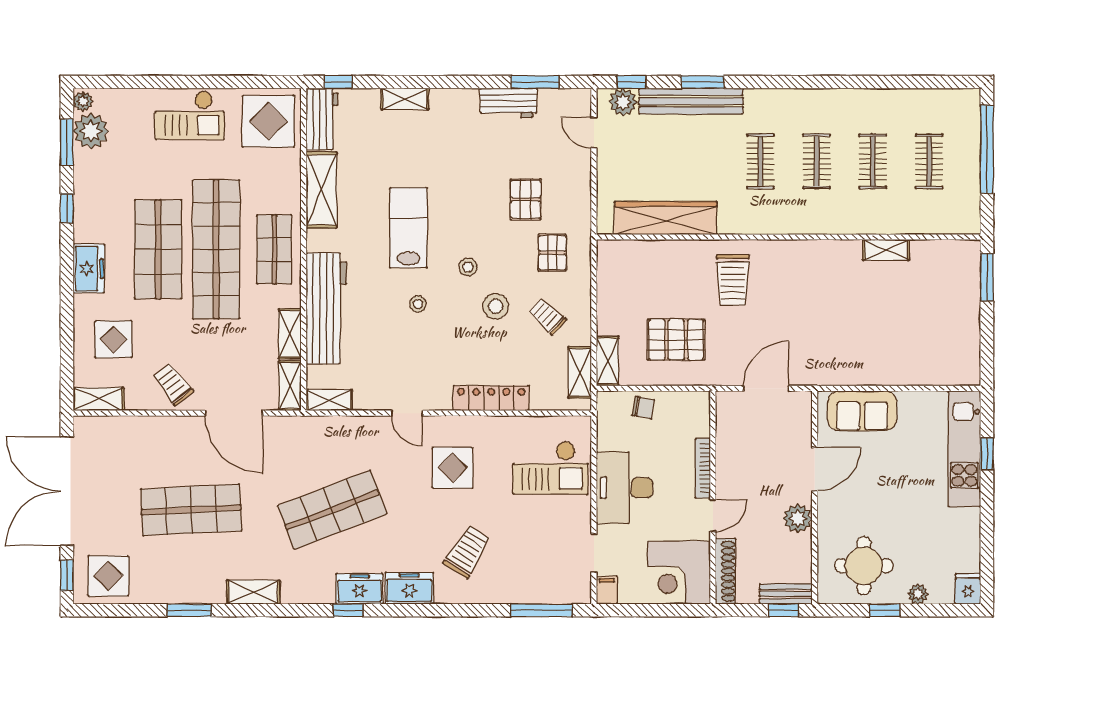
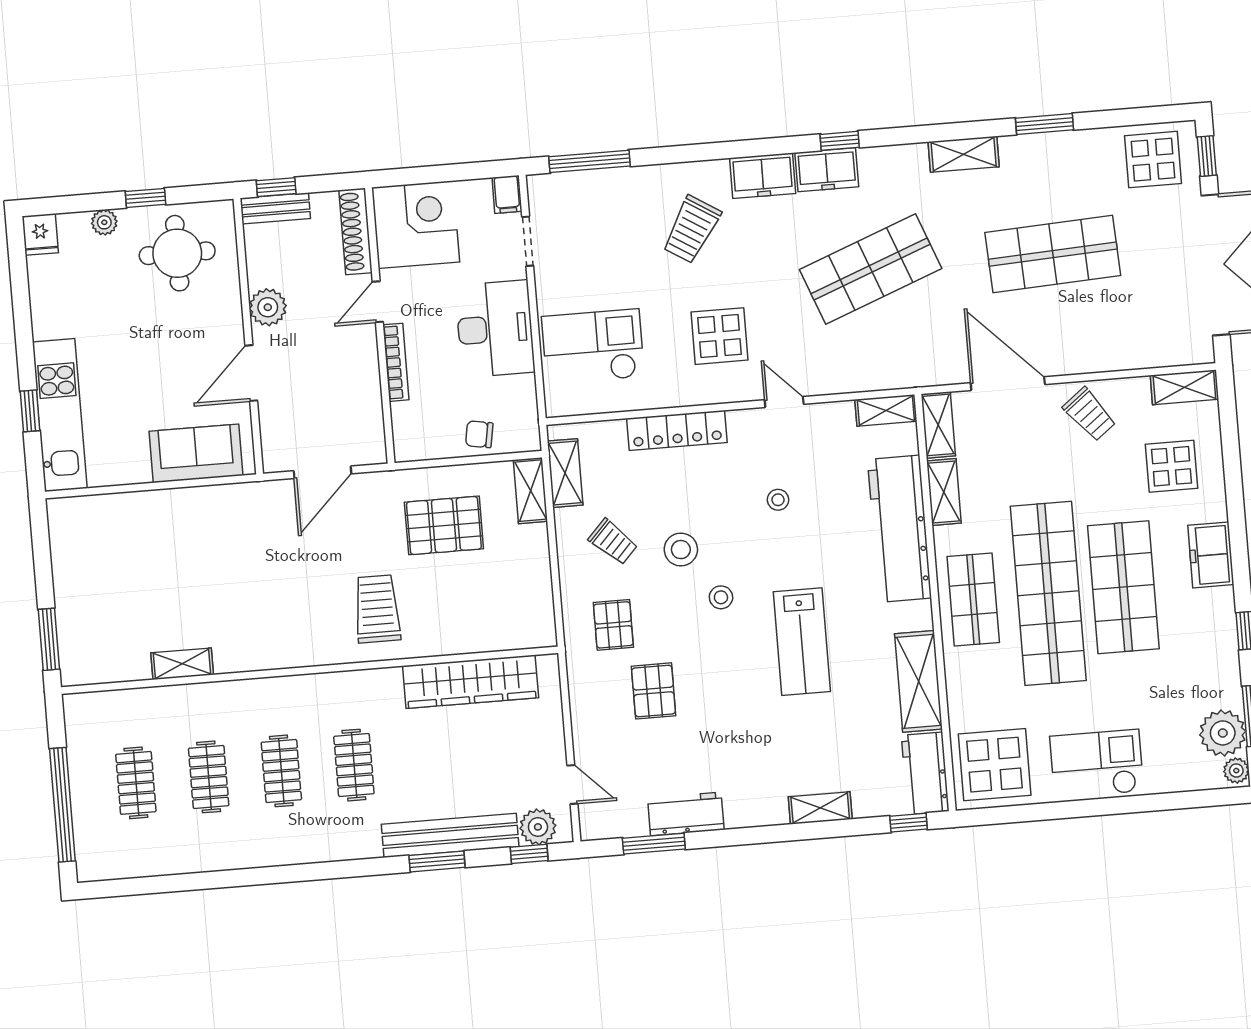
stool: (418, 304) -> (778, 500), moved

